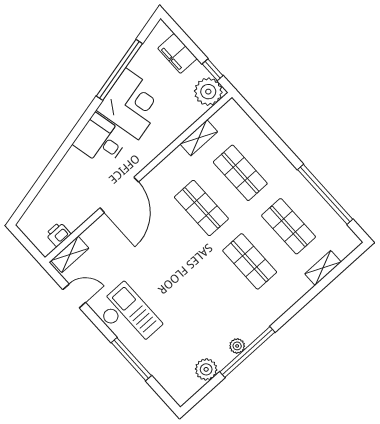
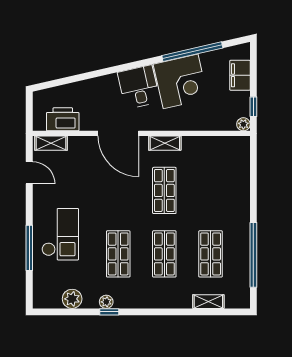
plant: (208, 92) -> (243, 124), width x0.53, depth x0.53
shelving: (199, 138) -> (165, 143), moved
shop shelf: (240, 173) -> (118, 254), moved
door: (119, 195) -> (118, 133), hinge flipped
printer: (58, 234) -> (63, 119), width x1.87, depth x1.48
checkout: (128, 316) -> (60, 234), moved
window: (247, 352) -> (109, 312), width x0.32

